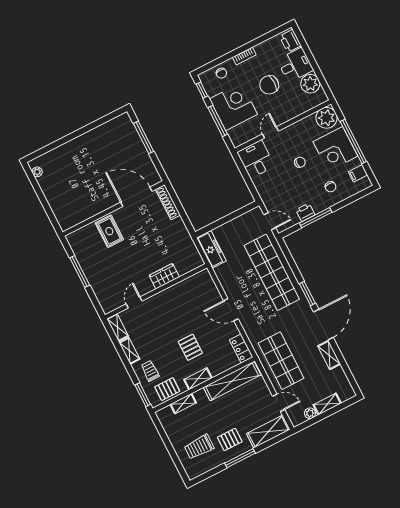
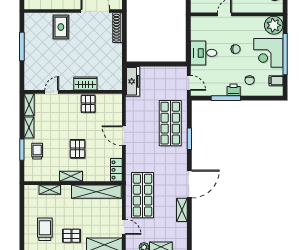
desk: (256, 159) -> (204, 53), moved, turned -90
printer: (305, 212) -> (234, 90), moved
shop shelf: (272, 272) -> (170, 123), width x0.71
window: (307, 293) -> (189, 139), moved
pallet: (167, 389) -> (88, 104), moved, turned 90
window: (143, 395) -> (22, 150), moved
trolley: (199, 447) -> (45, 229), turned 90

